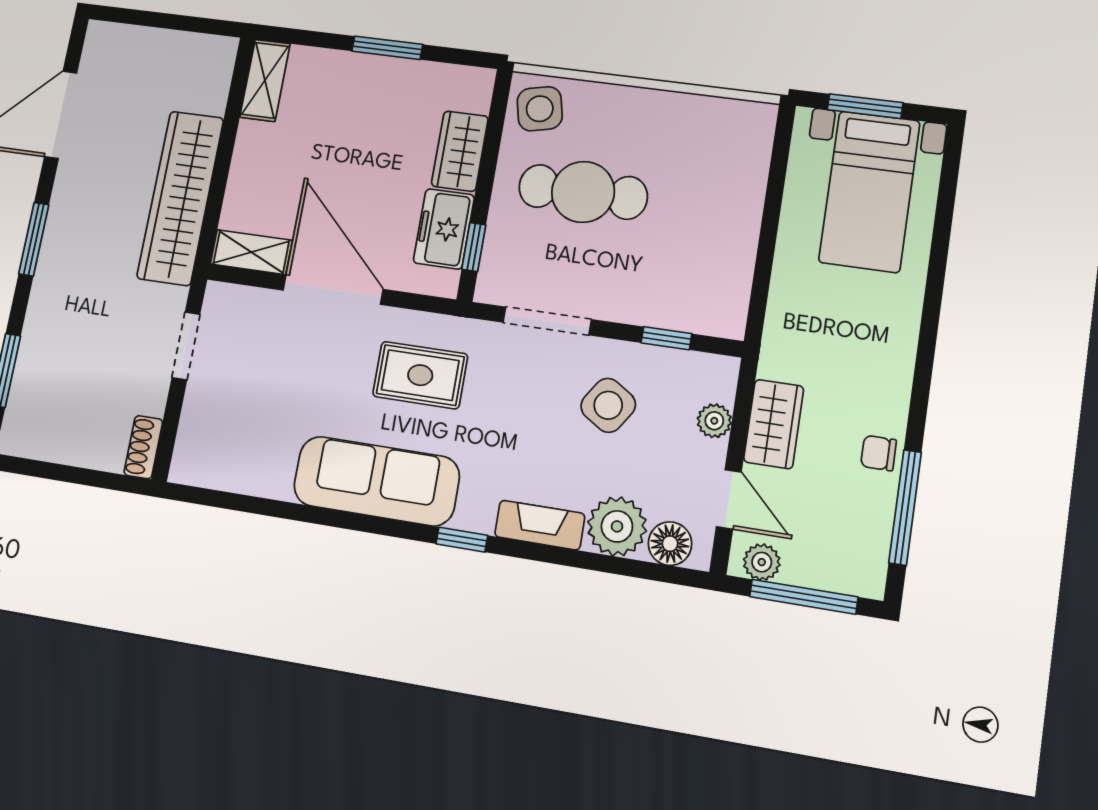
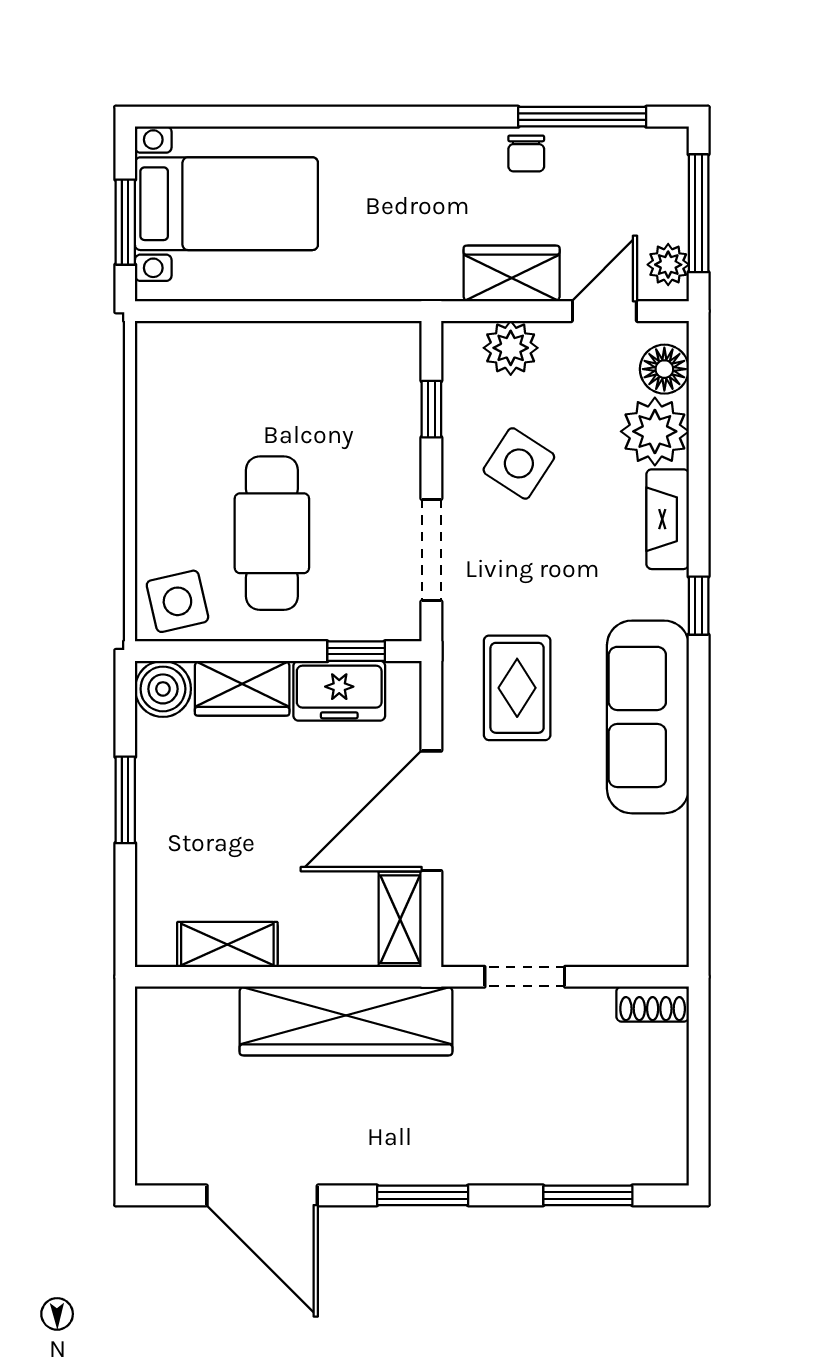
shelving: (265, 80) -> (227, 944), moved
boiler: (471, 88) -> (163, 689), added
plant: (714, 421) -> (511, 348), width x1.38, depth x1.38

